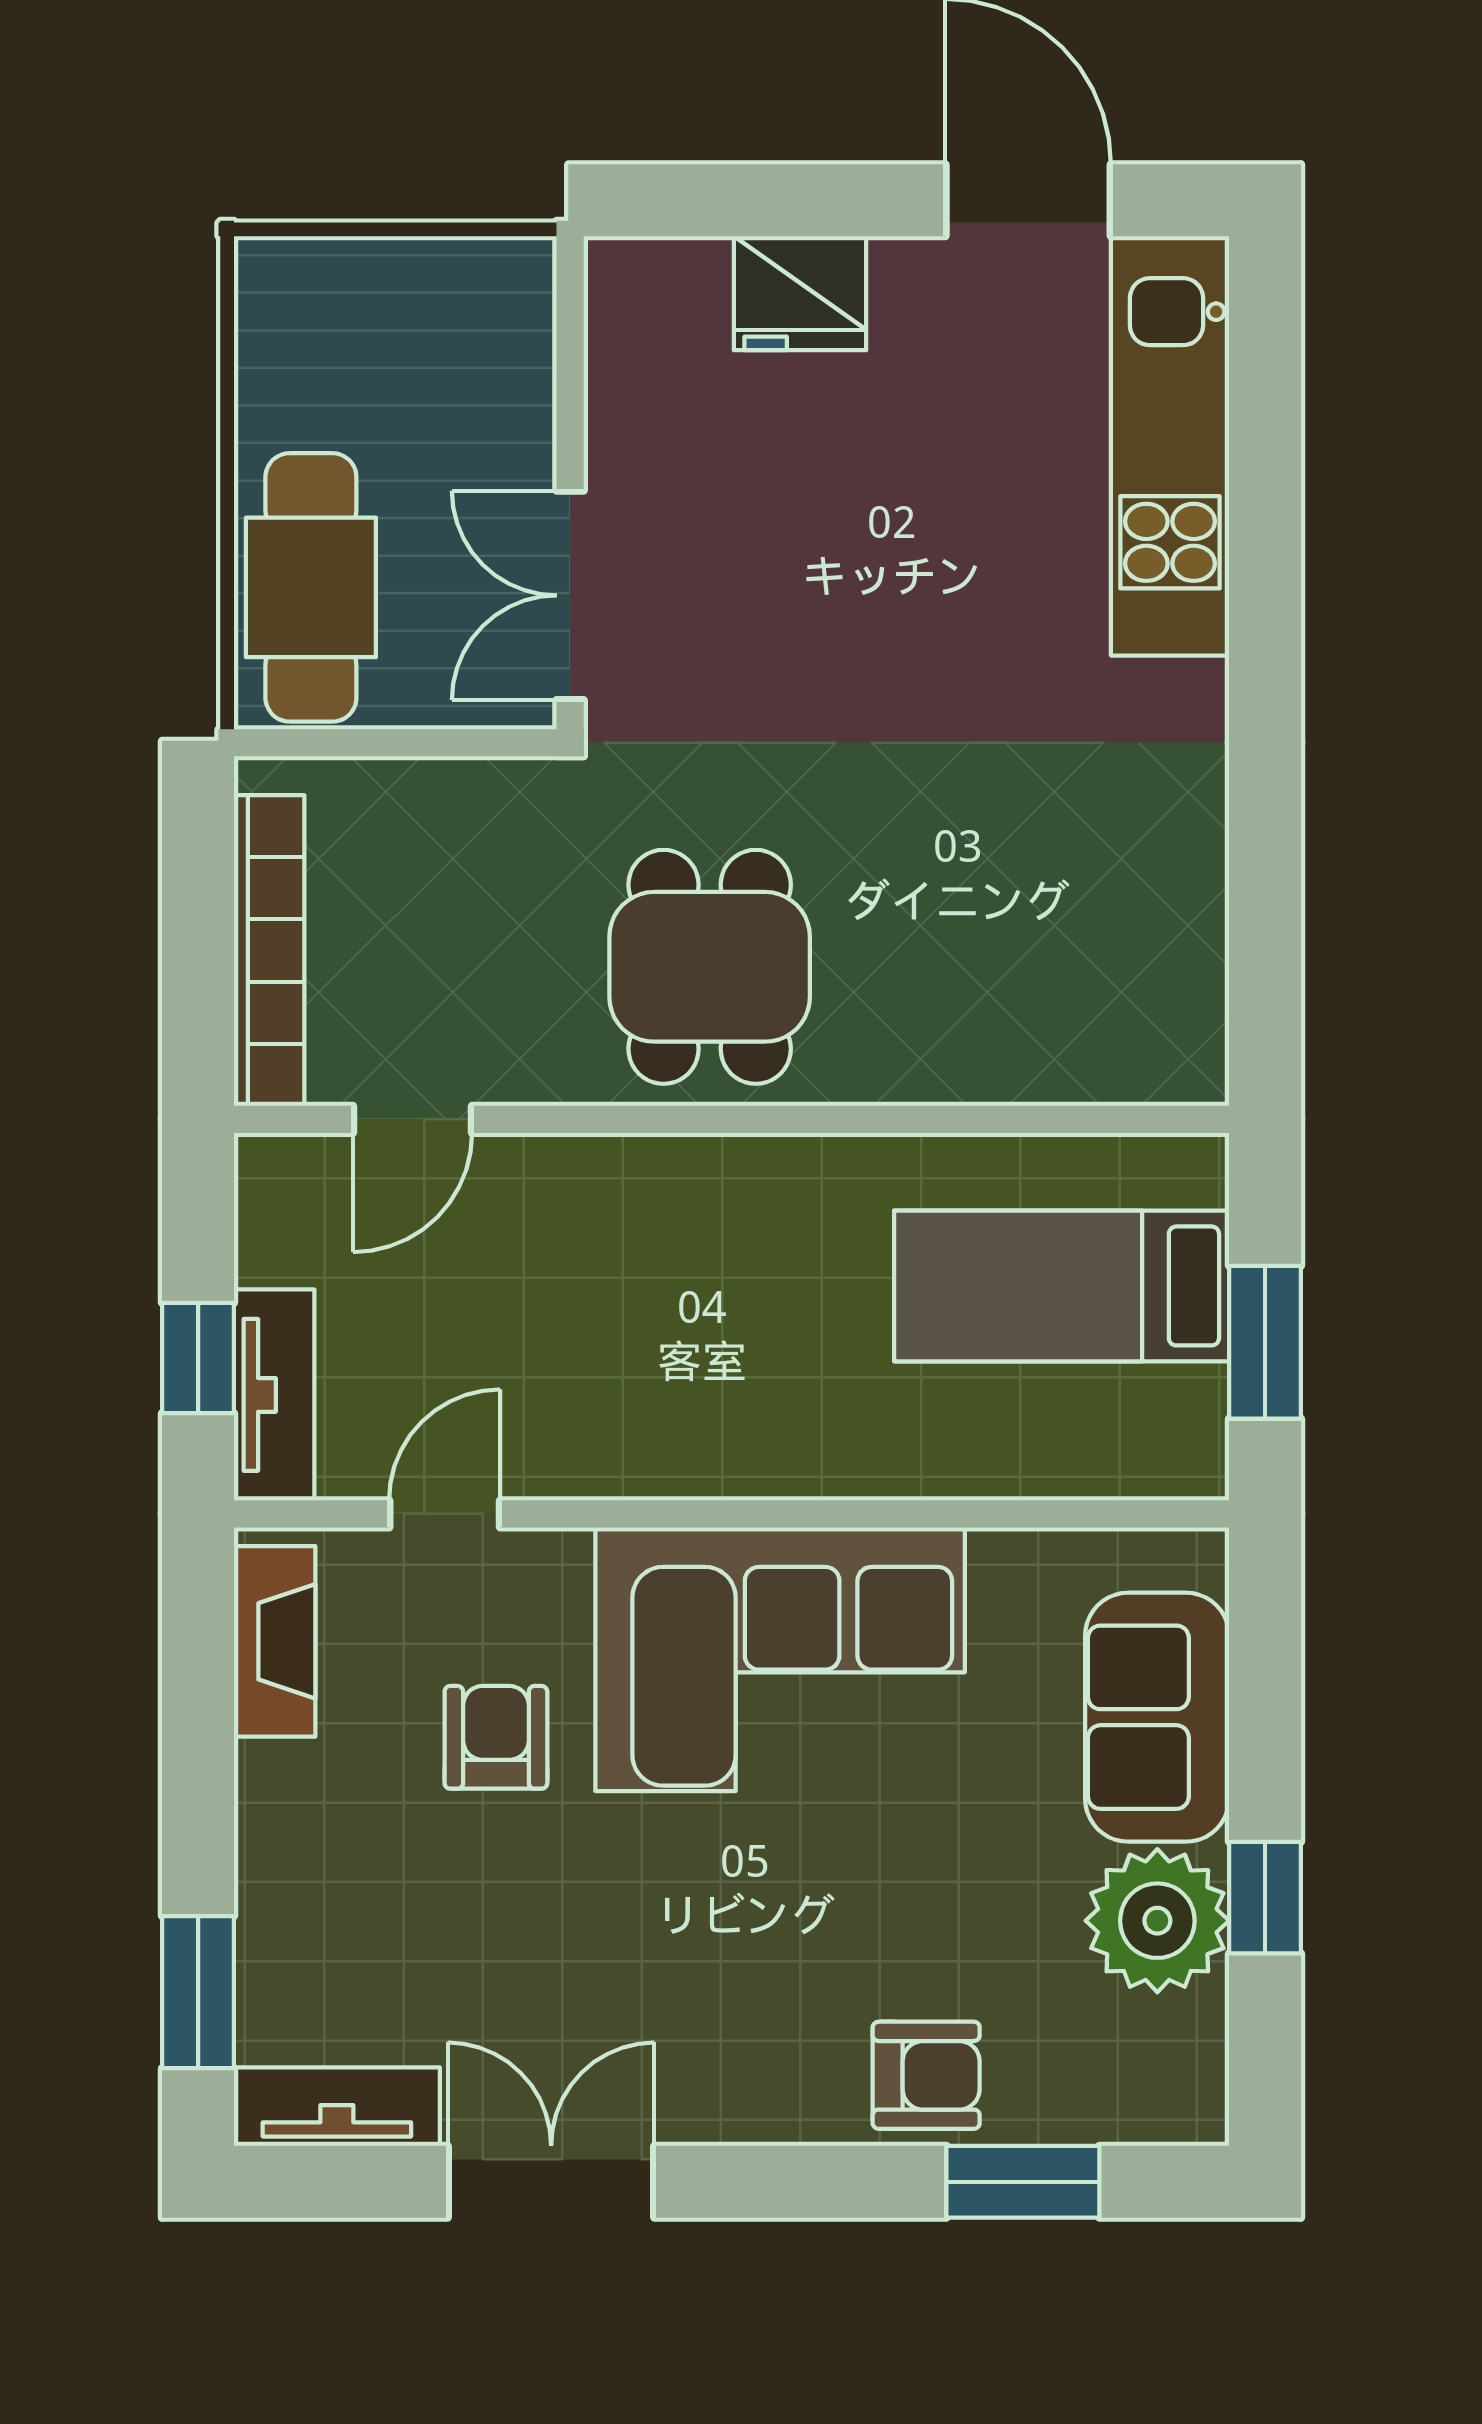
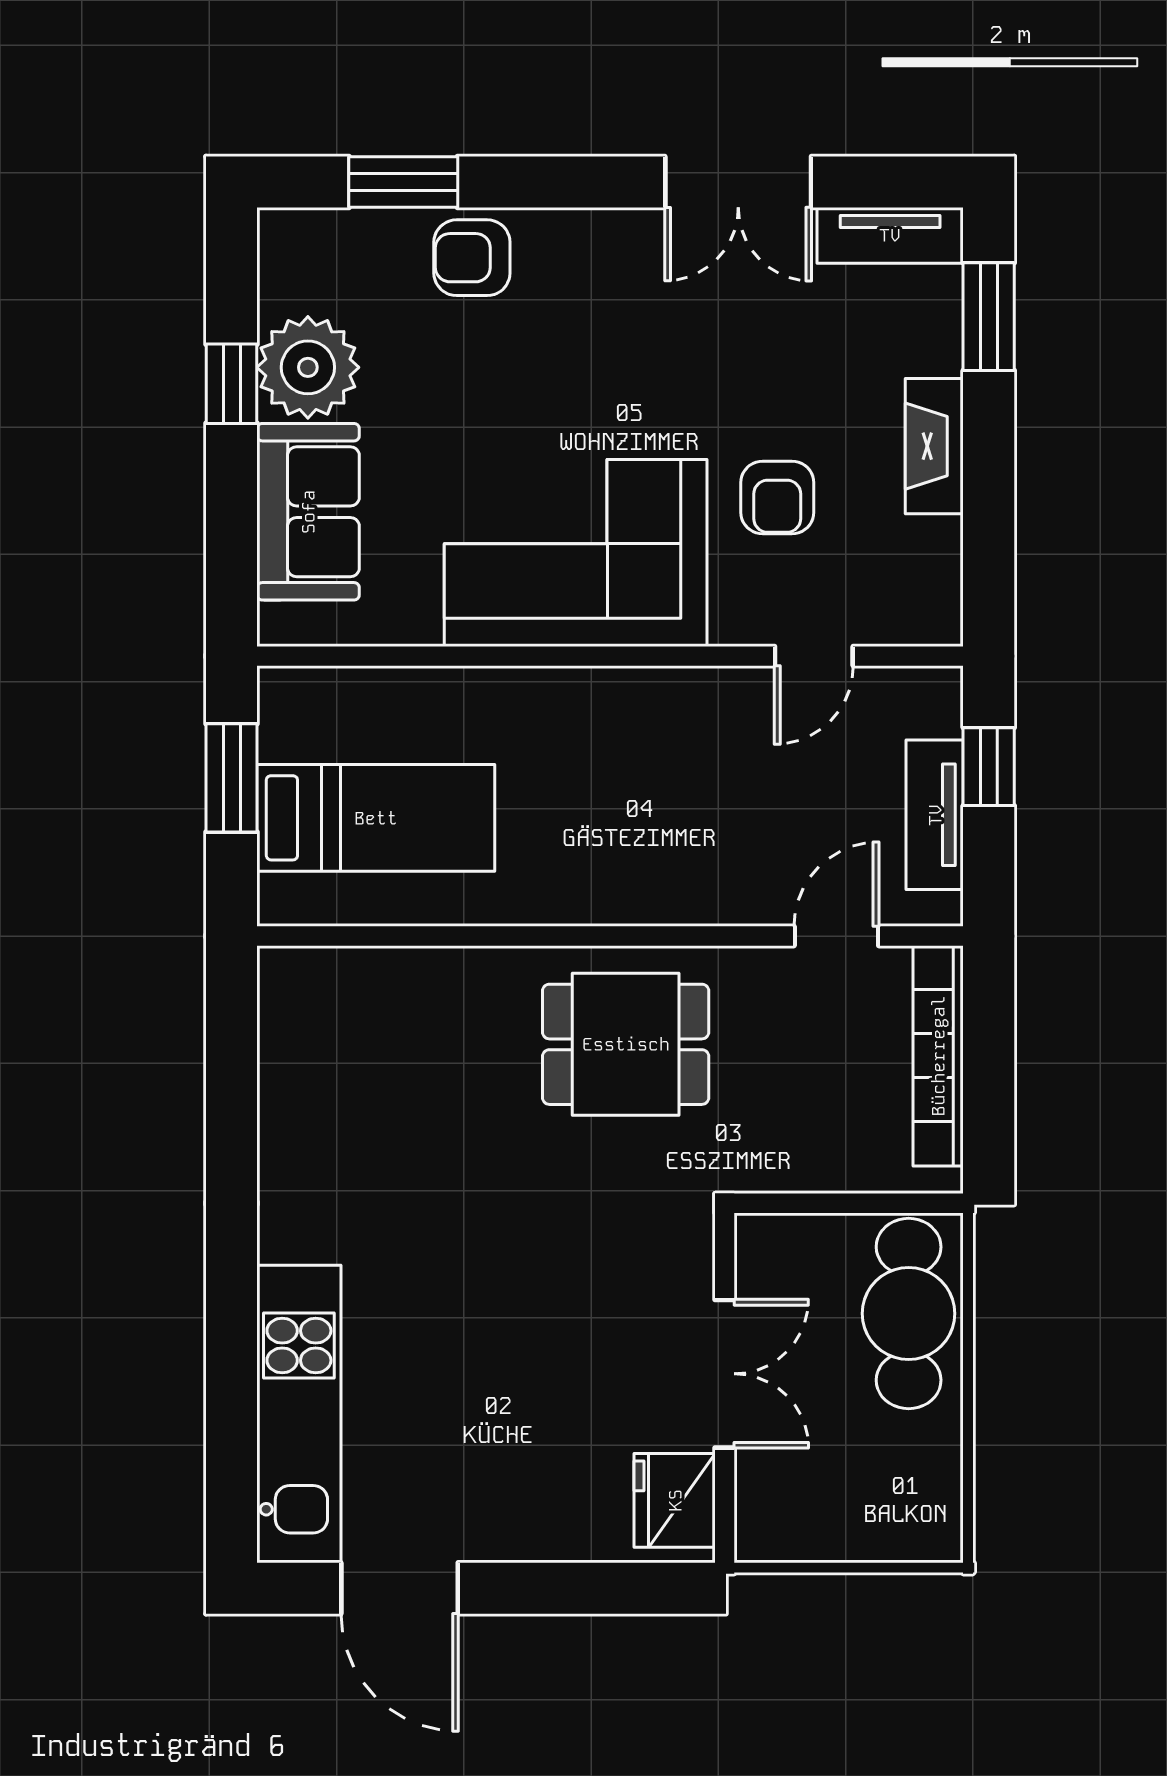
fridge: (800, 293) -> (675, 1500), moved, turned -90
double door: (570, 595) -> (725, 1374), moved
dining table: (710, 967) -> (626, 1044), turned 90
tv unit: (274, 1395) -> (935, 815), moved
fireplace: (275, 1641) -> (934, 446), moved

